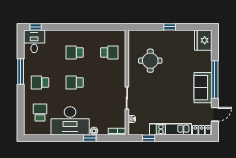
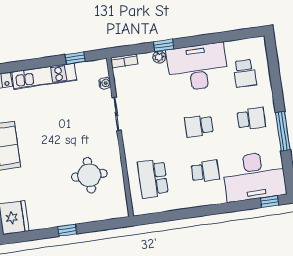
desk: (34, 41) -> (254, 176), width x1.87, depth x1.30
school desk: (109, 52) -> (153, 179), width x1.85
school desk: (75, 83) -> (199, 126), turned 180

